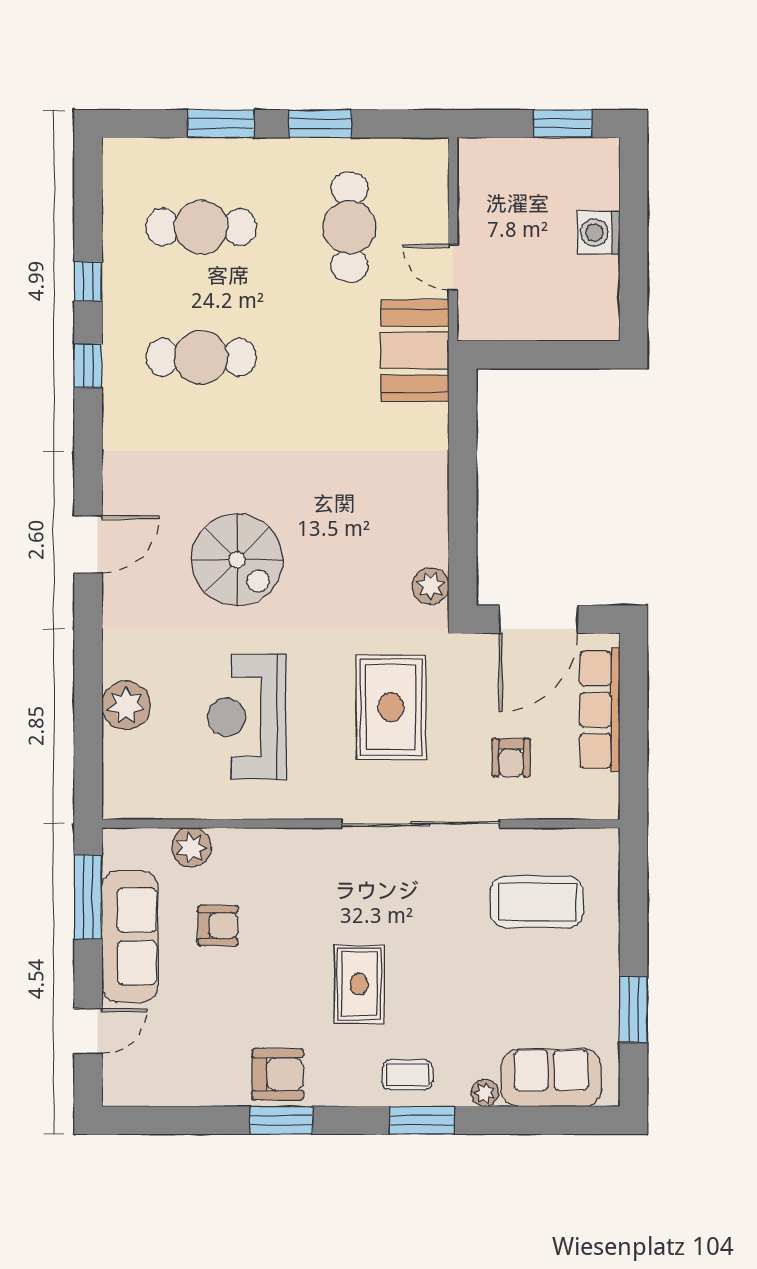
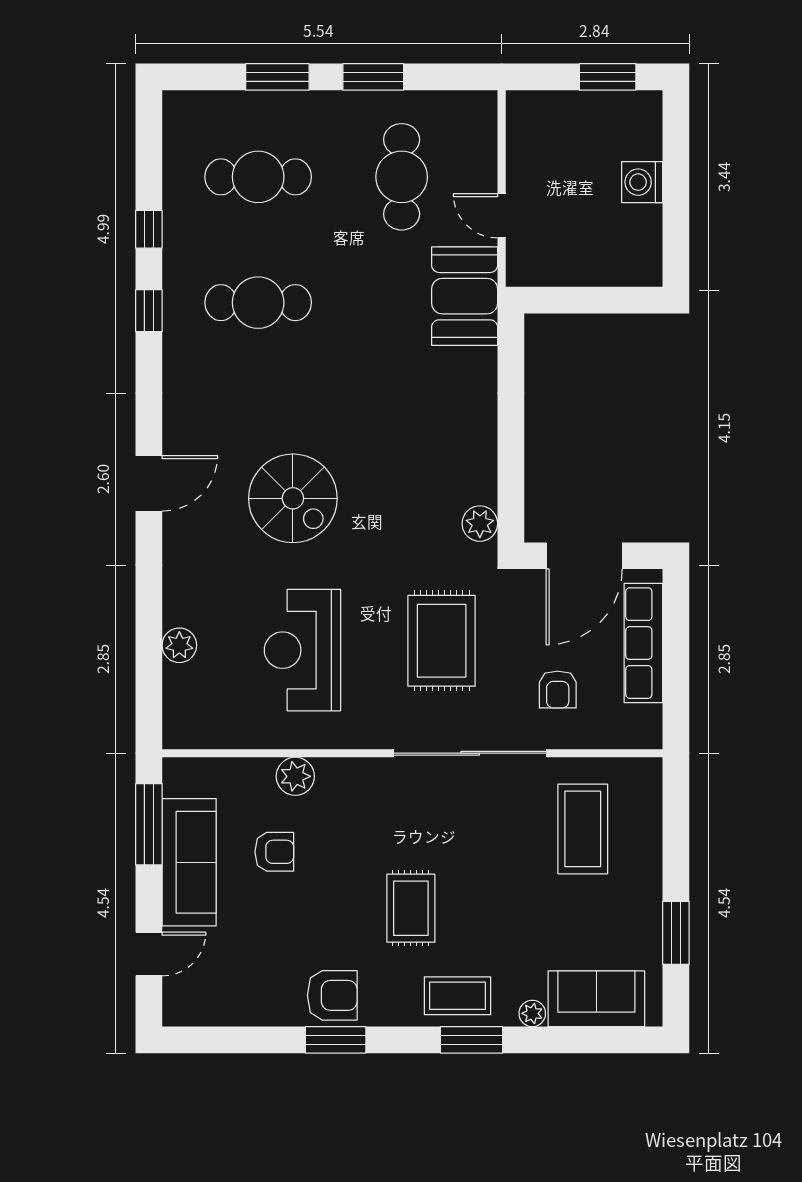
plant: (126, 705) -> (179, 645), width x0.73, depth x0.73
plant: (191, 847) -> (295, 776), moved
coffee table: (537, 902) -> (583, 829), turned 90
coffee table: (407, 1075) -> (458, 996), width x1.36, depth x1.30

